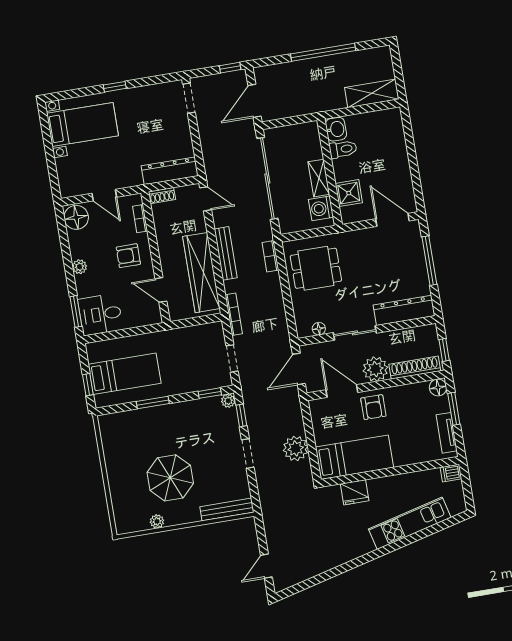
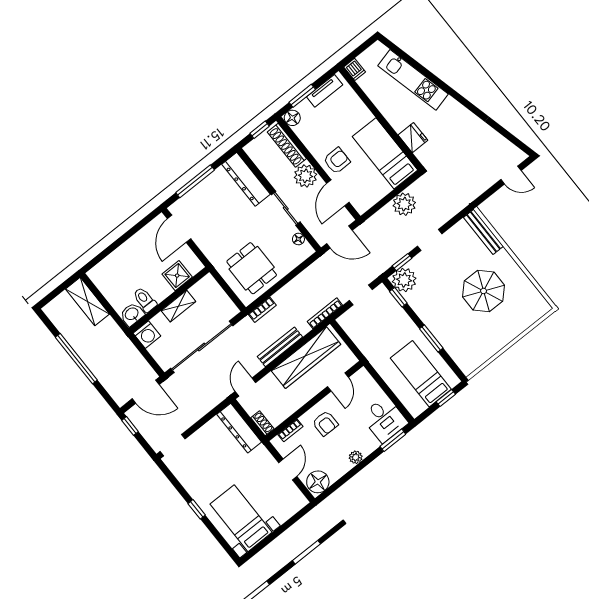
washing machine: (321, 208) -> (147, 335), moved
plant: (228, 401) -> (404, 280), width x1.88, depth x1.88
plant: (157, 521) -> (524, 282), removed

